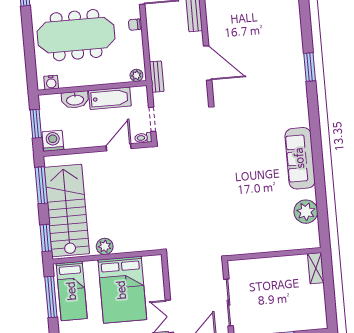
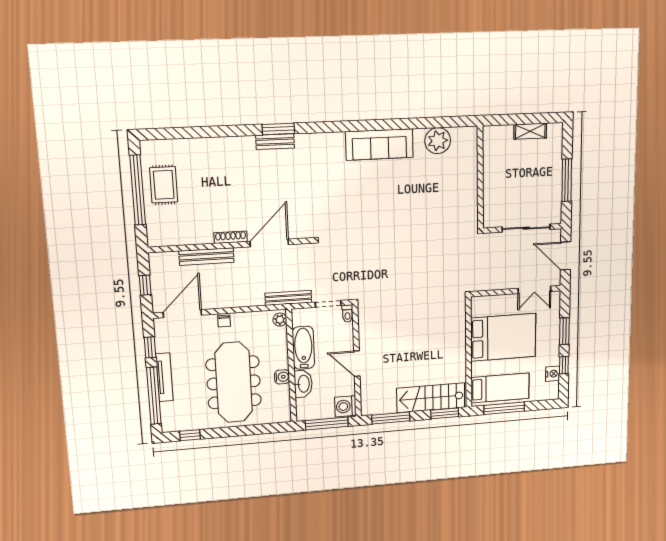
shoe rack: (212, 28) -> (231, 237), added
bench: (298, 65) -> (275, 142), added
bench: (157, 77) -> (288, 298), width x1.36
water cooler: (51, 82) -> (282, 377), moved
window: (36, 124) -> (327, 423), width x1.44
door: (119, 147) -> (357, 364), moved
stairs: (67, 211) -> (431, 398), width x0.73, depth x0.66
plant: (105, 246) -> (458, 355), removed
shelving: (316, 268) -> (530, 131), moved

